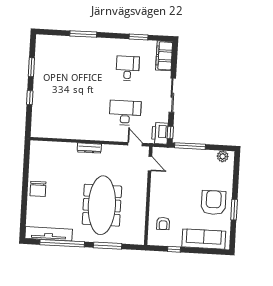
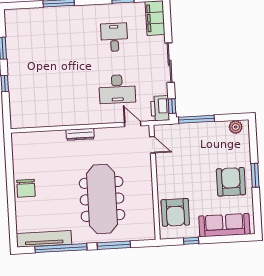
desk: (125, 113) -> (117, 89), turned 180
window: (234, 210) -> (255, 175), moved
armchair: (163, 224) -> (175, 212), width x1.88, depth x1.88

